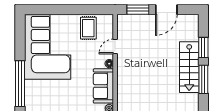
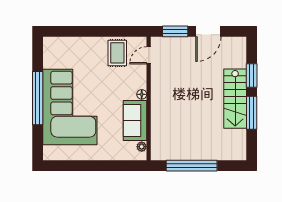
door: (115, 46) -> (149, 55), moved
corner sofa: (48, 47) -> (70, 107), moved
window: (20, 84) -> (38, 98), moved

